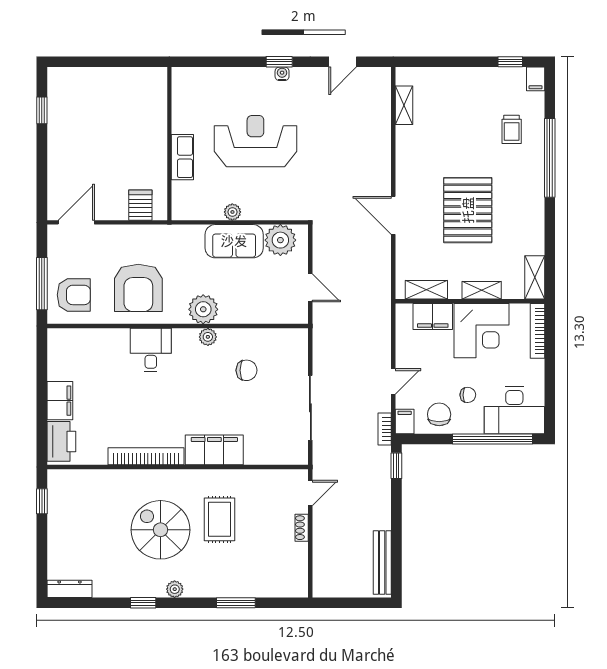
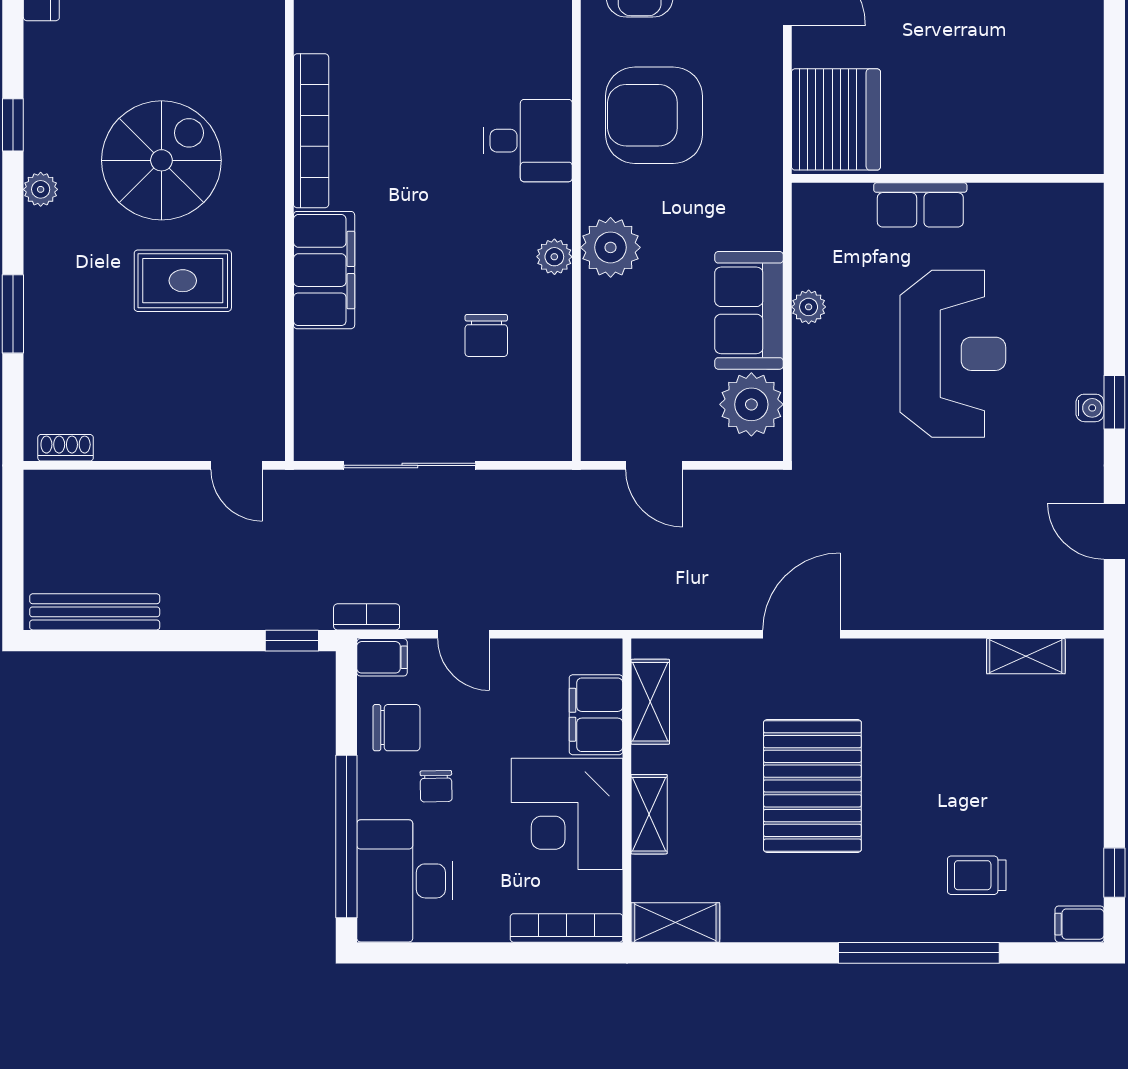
server rack: (140, 205) -> (836, 119), width x2.18, depth x1.44
pallet: (468, 210) -> (812, 786), turned 90
door: (310, 288) -> (654, 465), hinge flipped
shoe rack: (302, 528) -> (66, 448), moved

